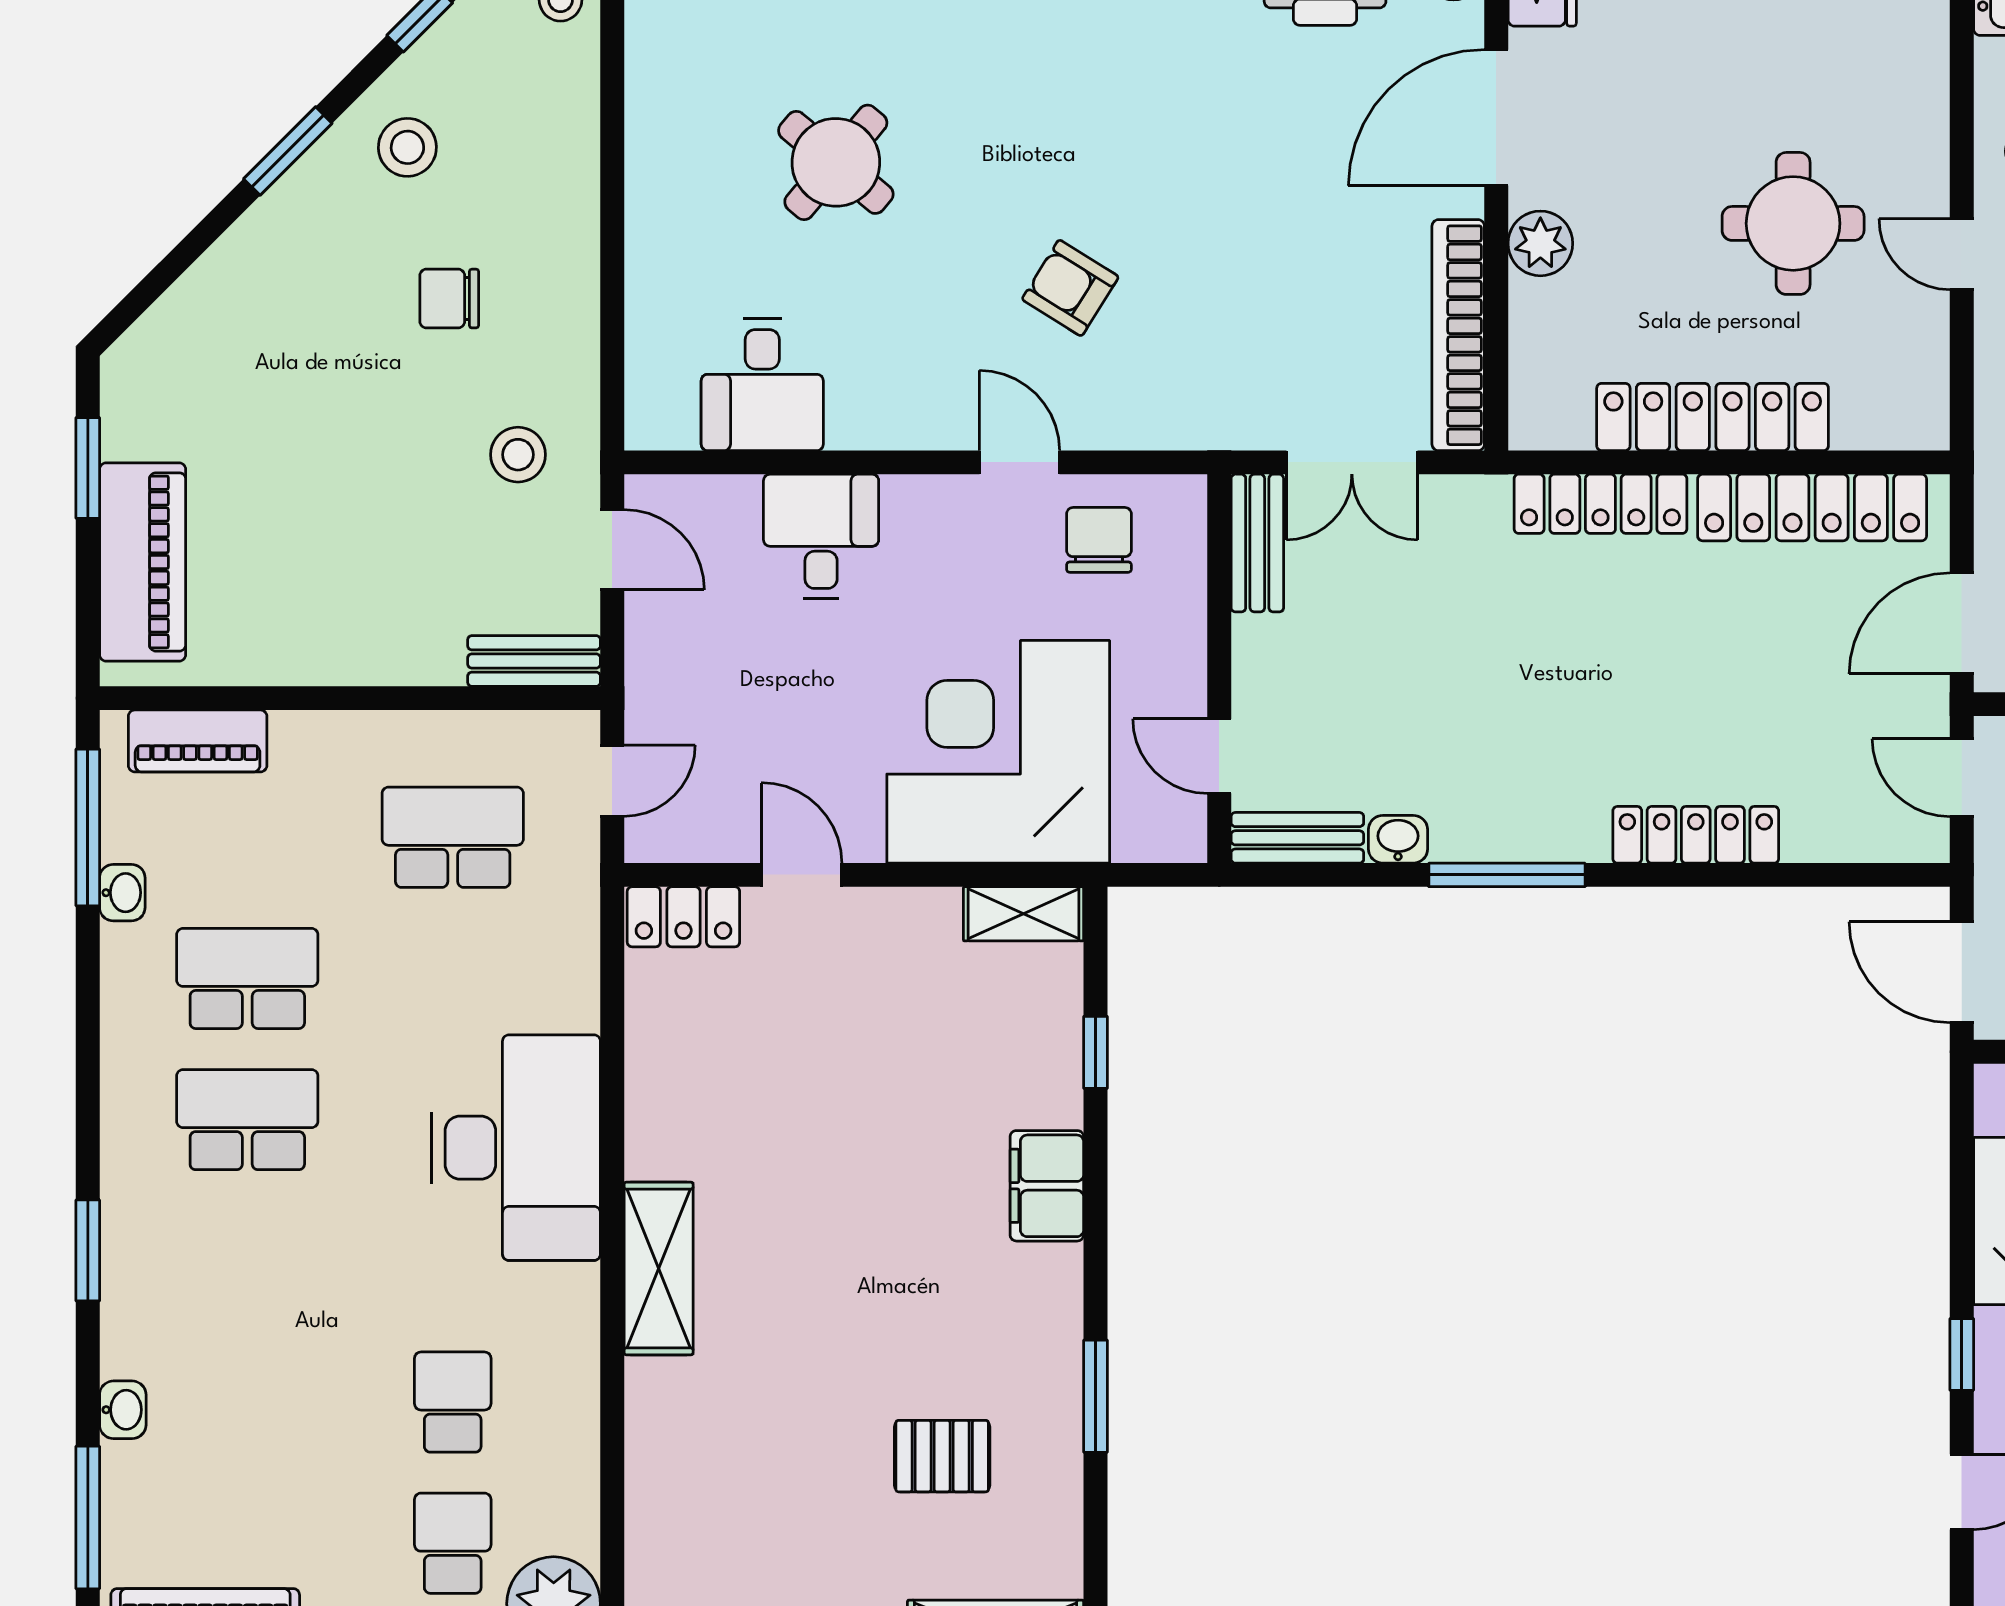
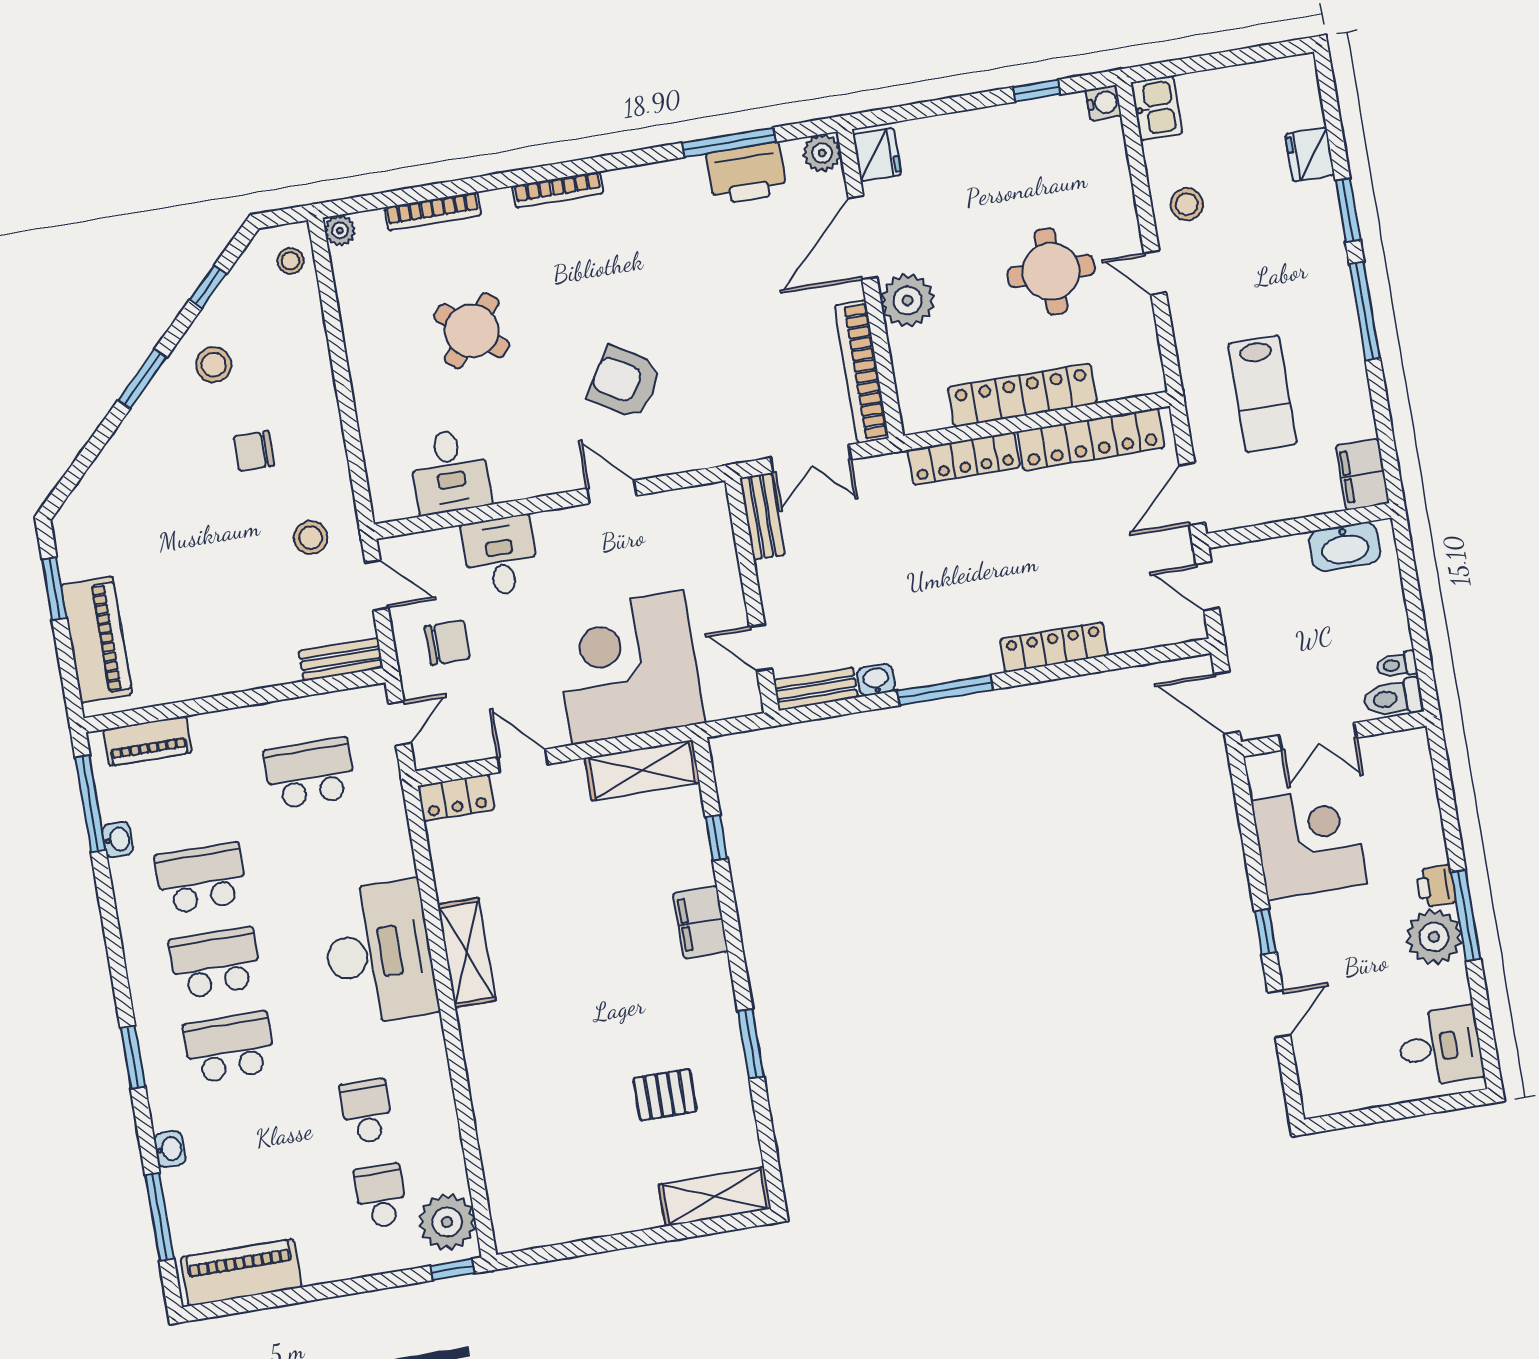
plant: (1540, 243) -> (908, 300), width x1.36, depth x1.36
armchair: (1070, 288) -> (625, 382), width x1.38, depth x1.38
chair: (1099, 540) -> (447, 642), moved, turned 90
shelving: (1024, 914) -> (642, 770), width x1.50, depth x1.33
school desk: (247, 1261) -> (229, 1047), added
shelving: (659, 1268) -> (467, 953), moved

